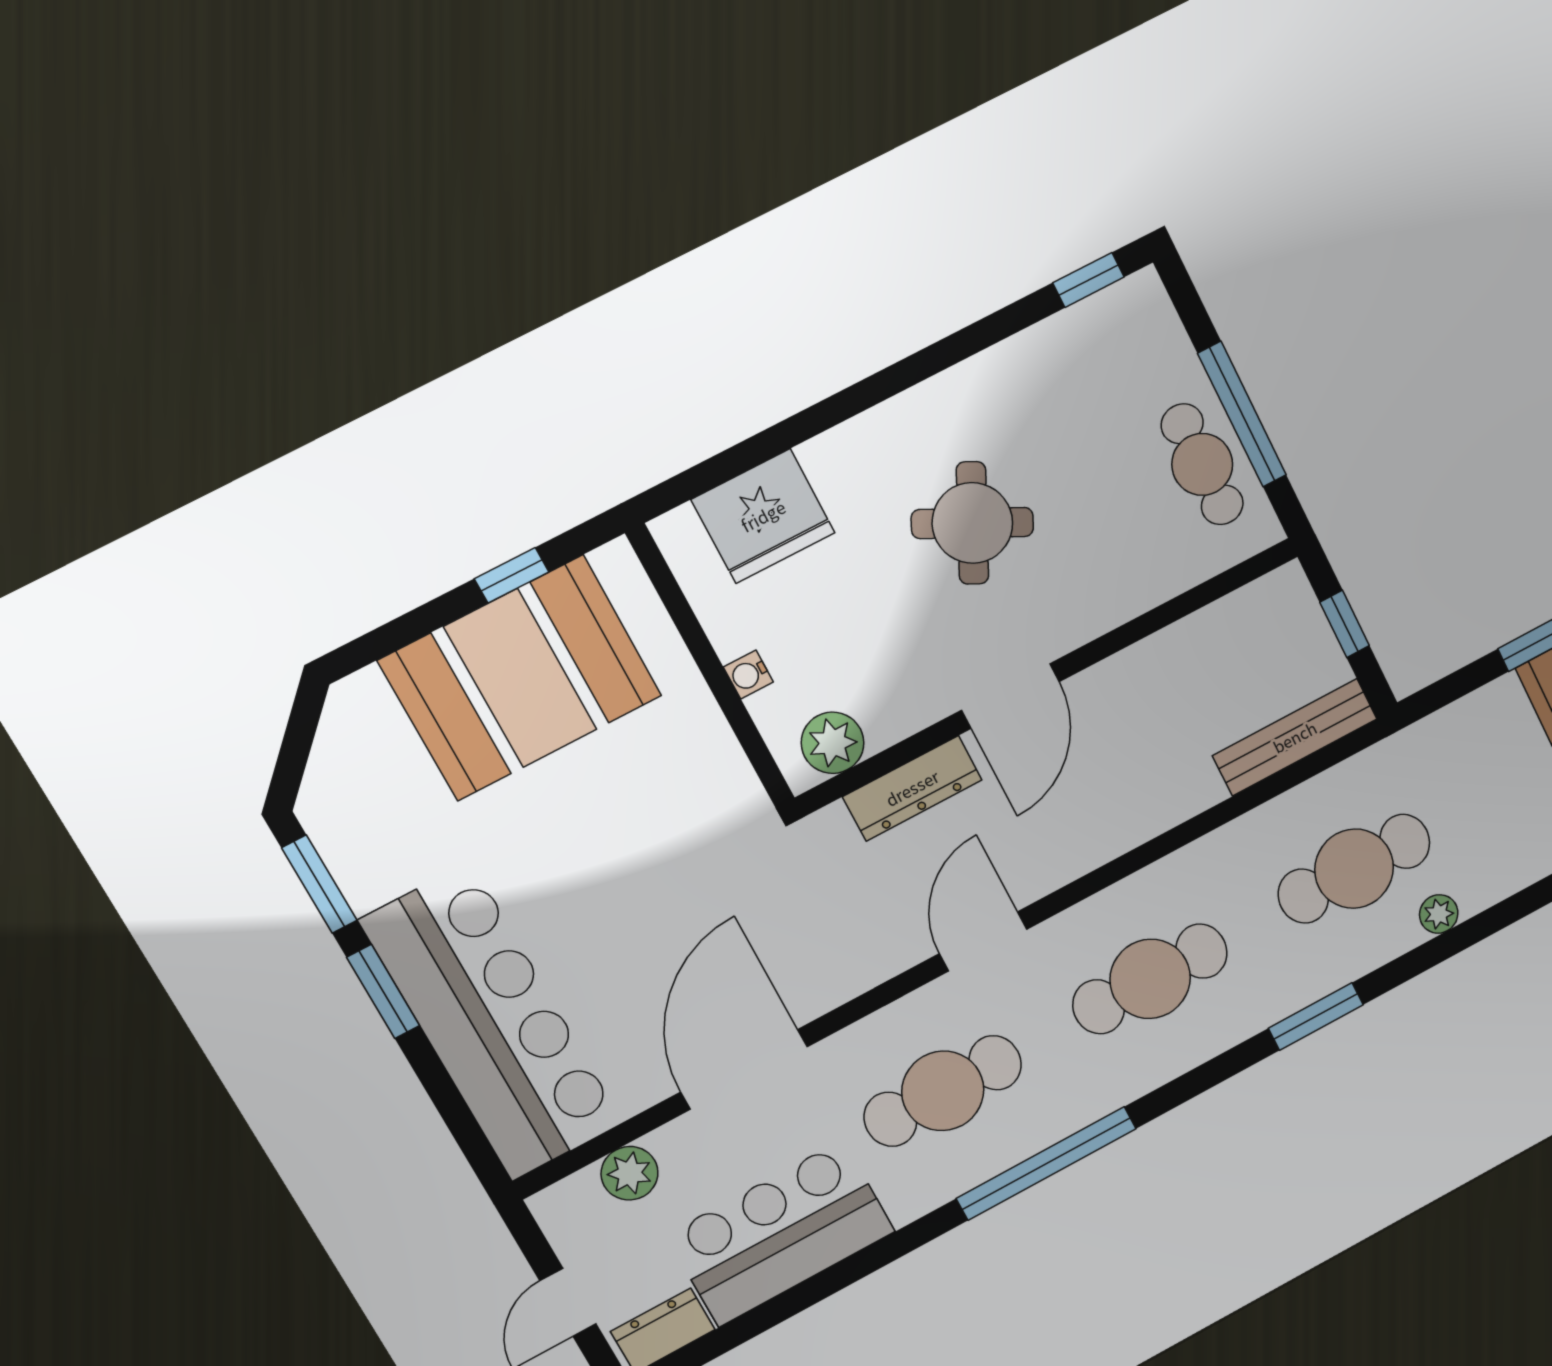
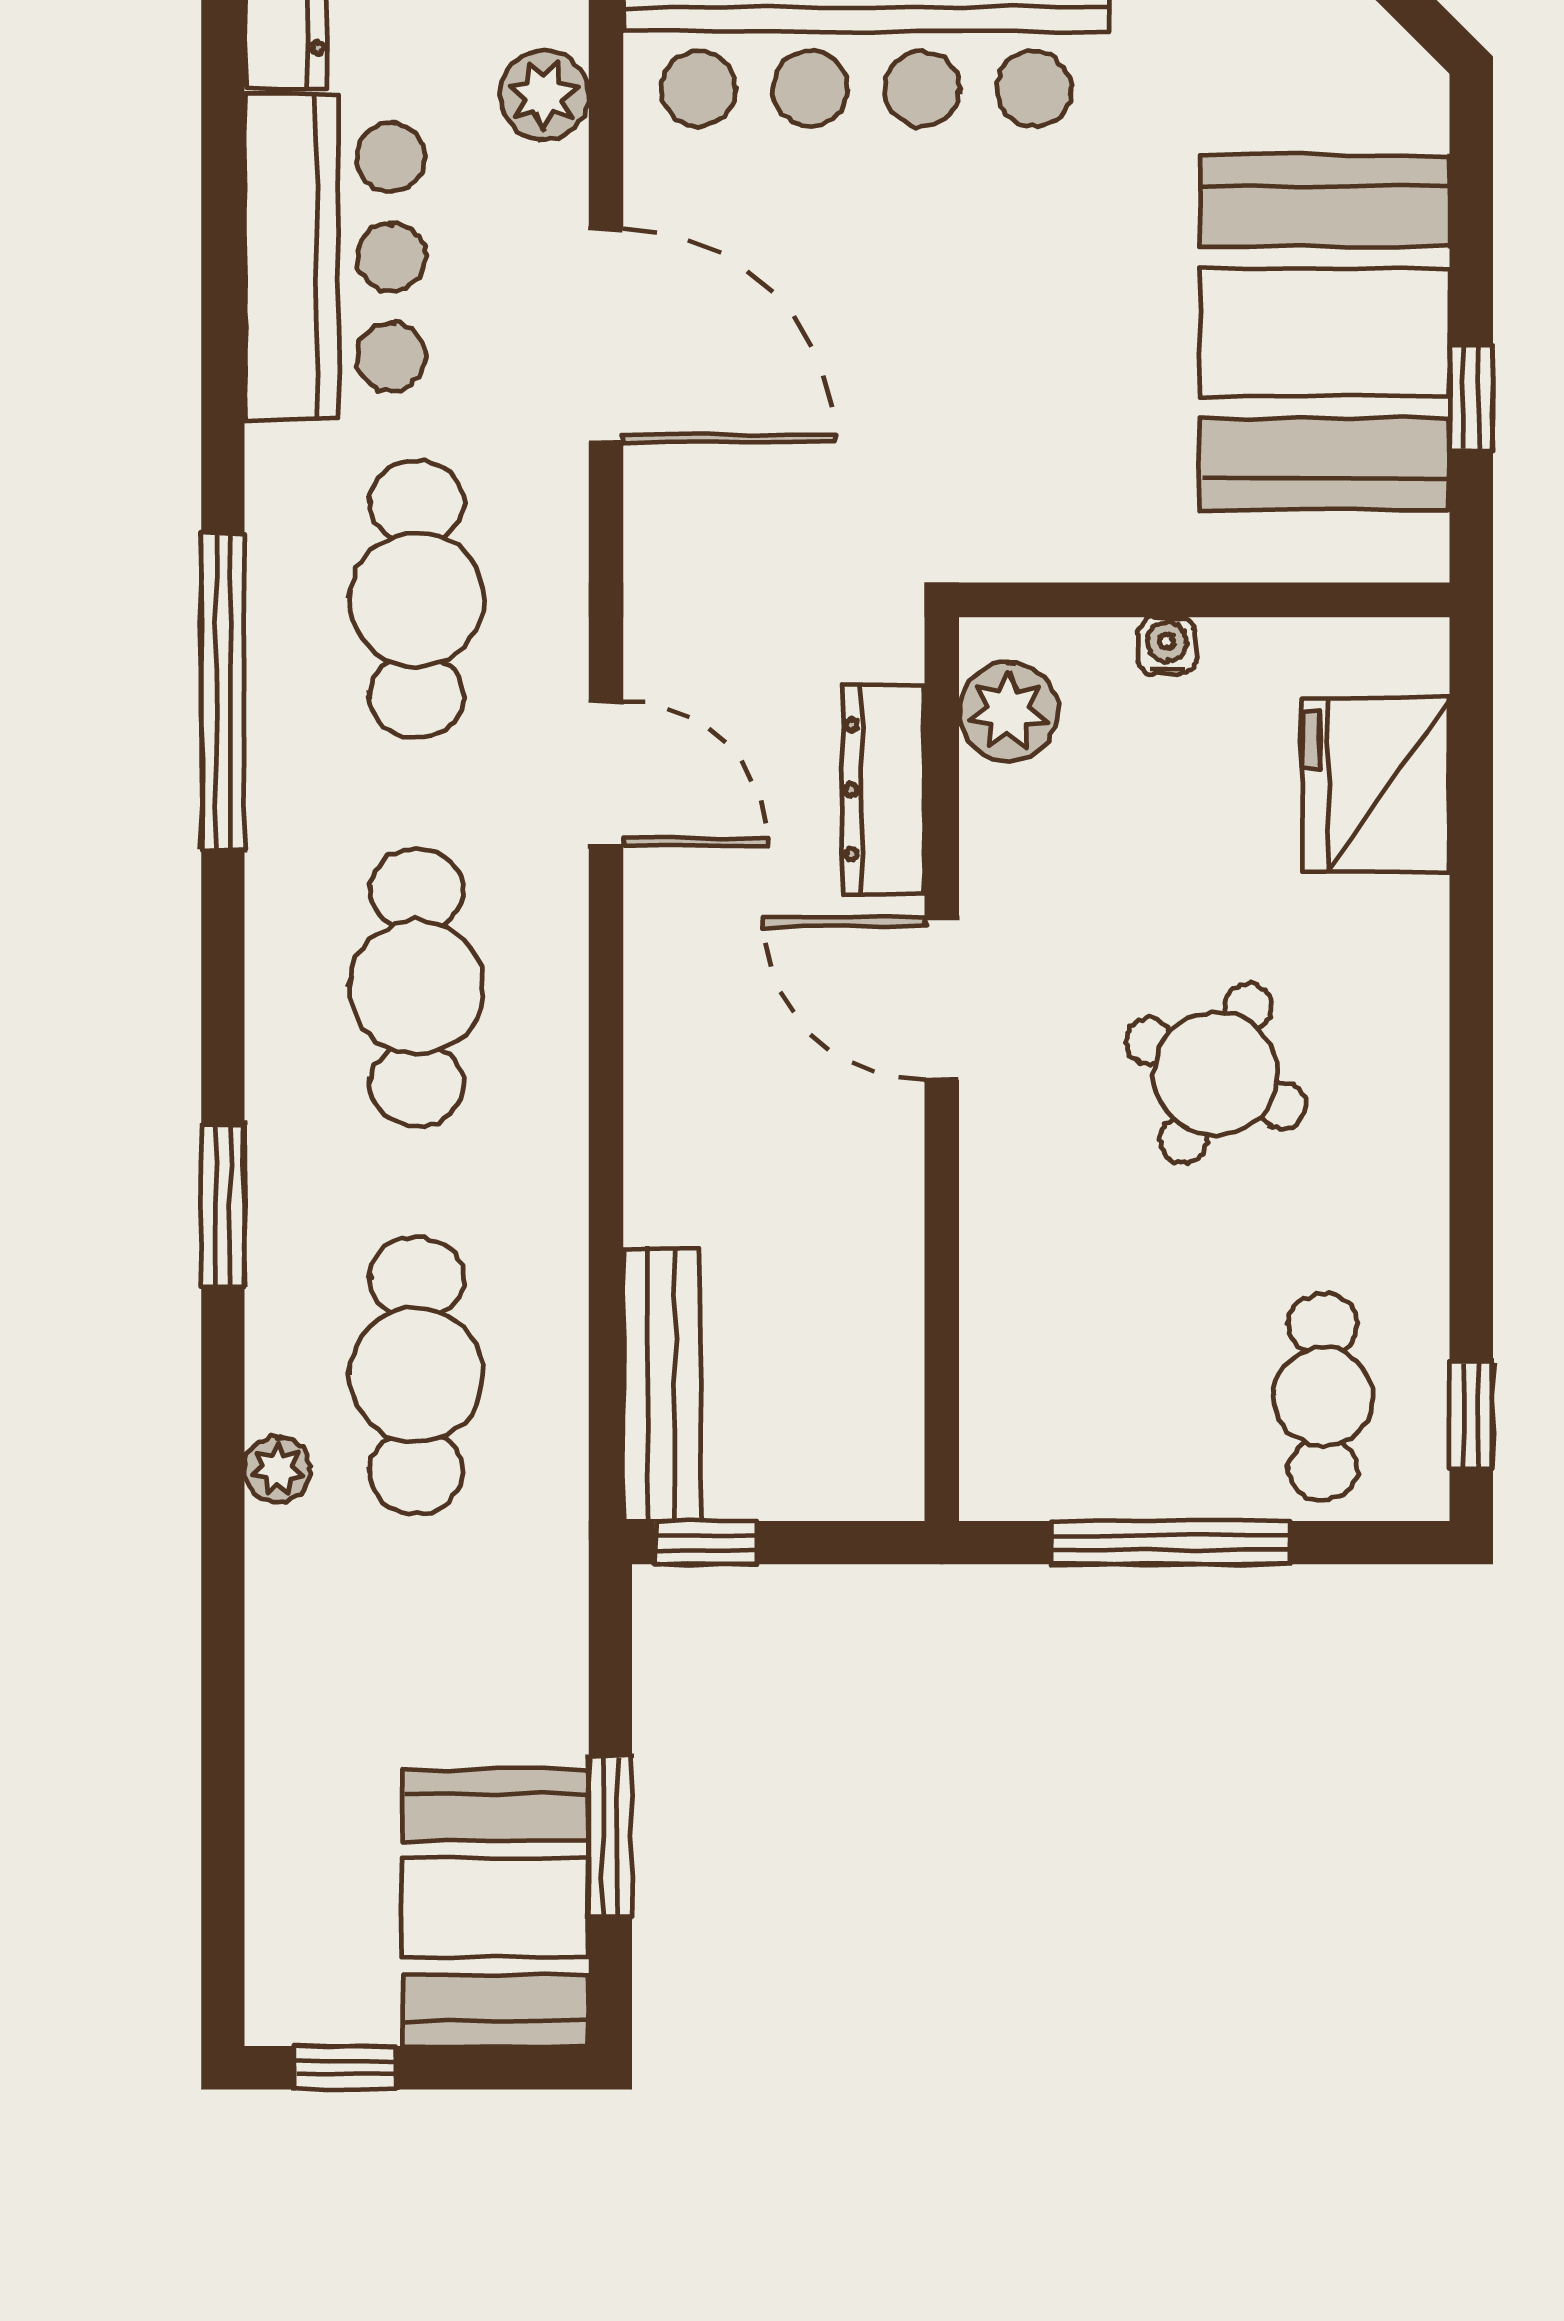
cafe table: (1202, 464) -> (1323, 1397), moved, turned 90
window: (1345, 624) -> (706, 1543), moved

